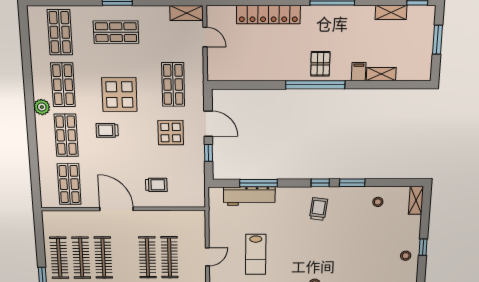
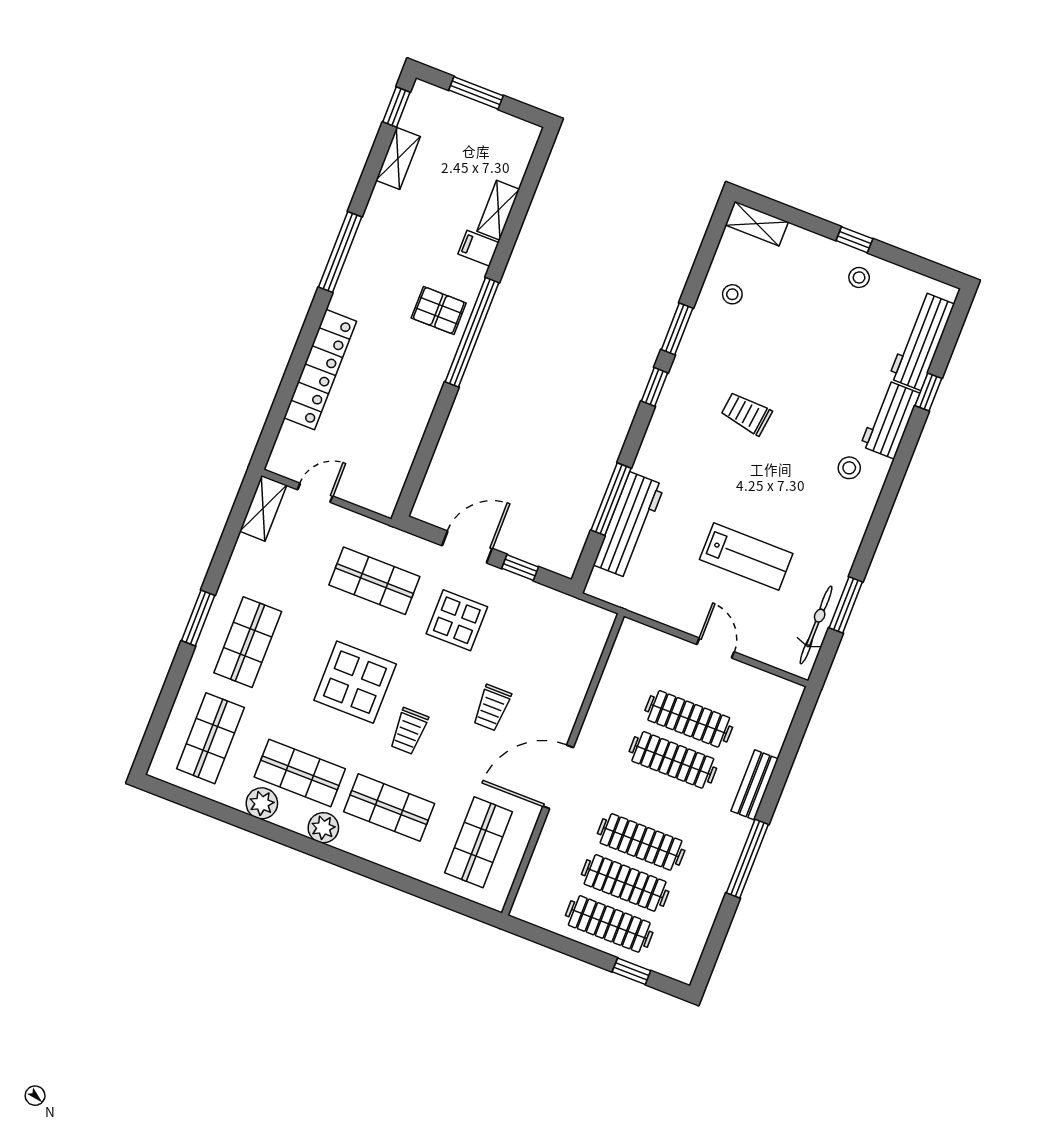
shop shelf: (60, 32) -> (210, 738), turned 90
plant: (40, 72) -> (262, 803), added
shop shelf: (69, 184) -> (479, 842), turned 90
trolley: (156, 185) -> (492, 708), moved, turned 180
trolley: (318, 209) -> (746, 414), moved

